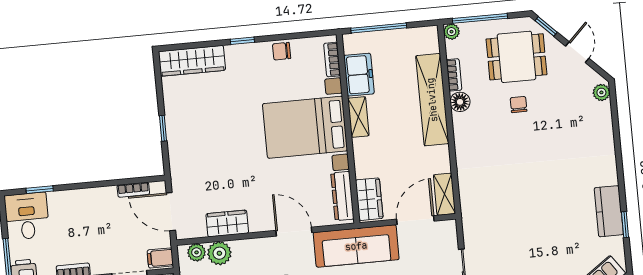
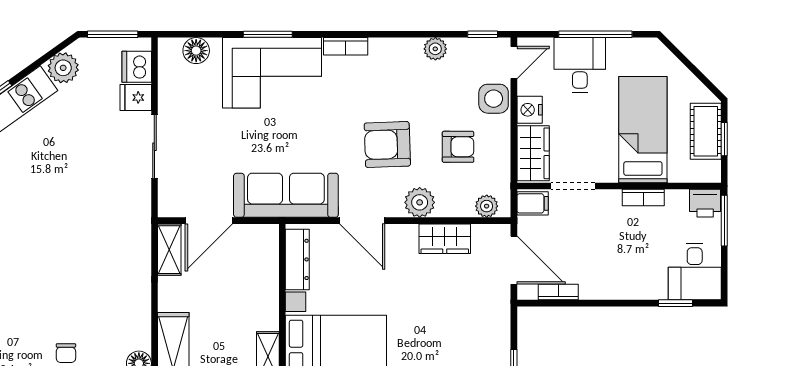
wardrobe: (369, 199) -> (264, 252), removed
plant: (219, 253) -> (420, 202), moved

